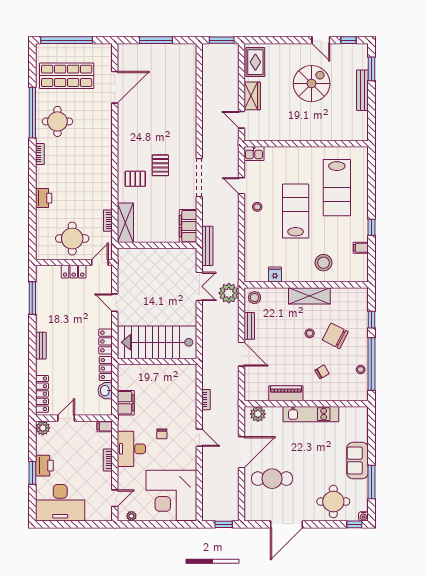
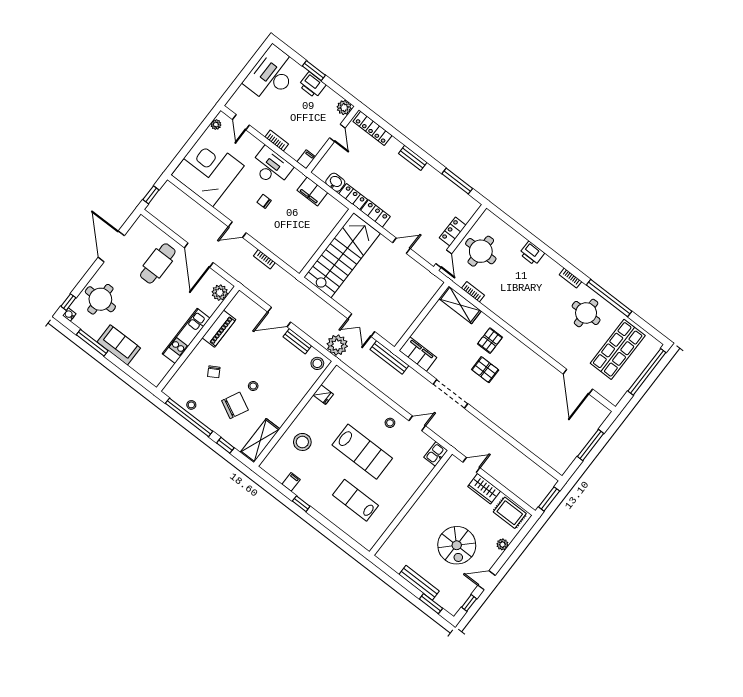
plant: (284, 49) -> (502, 544), added
lab bench: (337, 188) -> (355, 500), width x0.73, depth x0.72
shelving: (309, 296) -> (260, 441), moved

